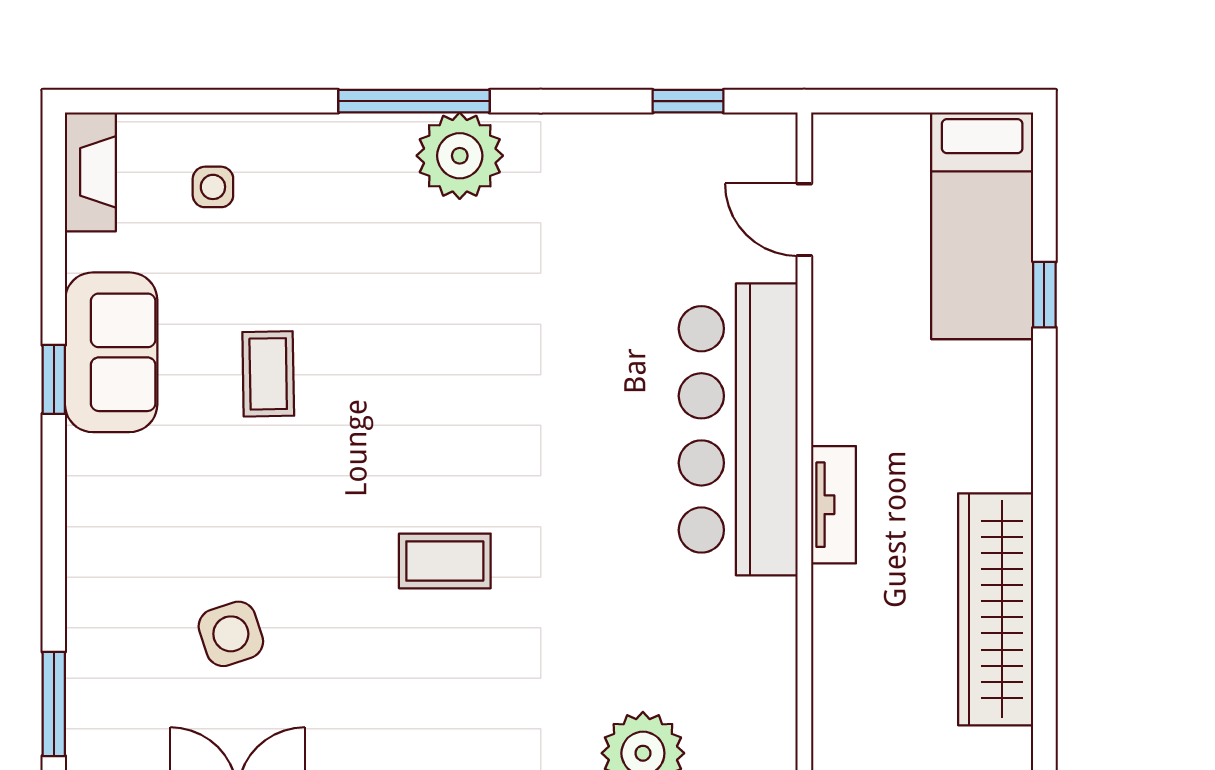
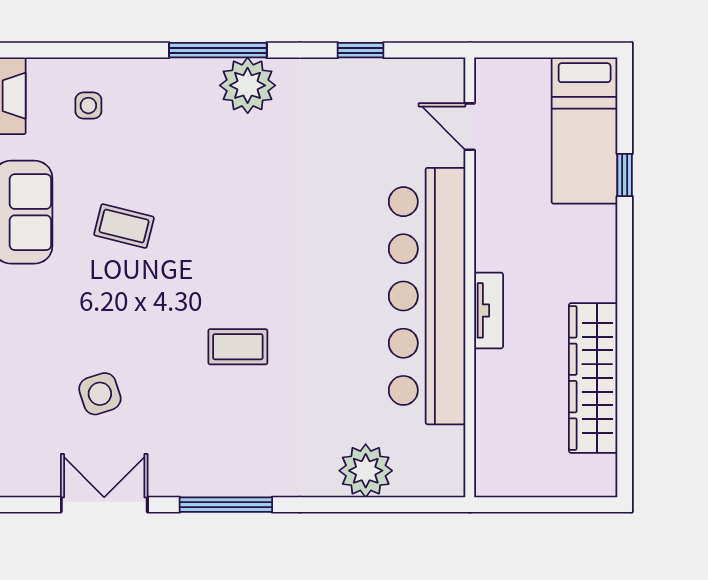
window: (688, 101) -> (361, 50), moved
coffee table: (268, 374) -> (124, 226), turned -75
bar counter: (738, 429) -> (427, 296), width x1.36

